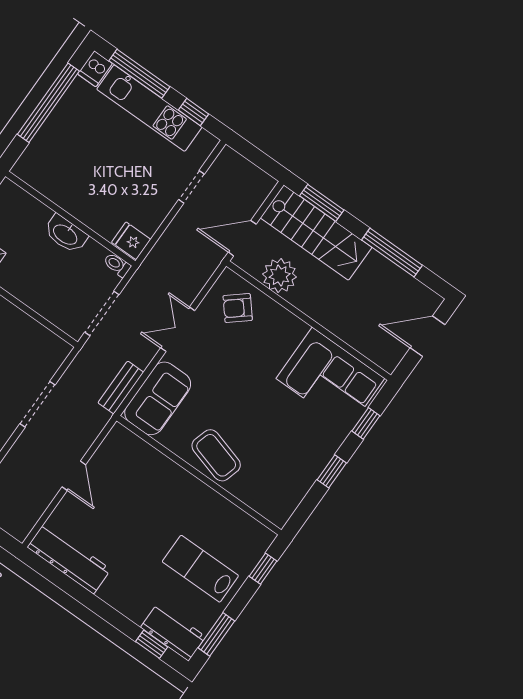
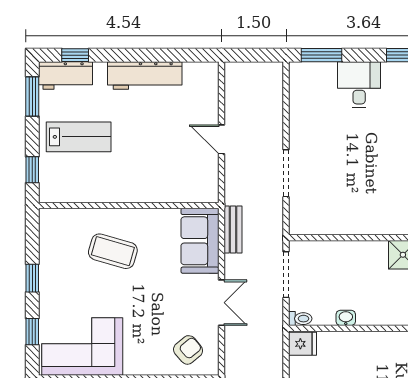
washbasin: (66, 234) -> (346, 318), width x0.52, depth x0.69
coffee table: (216, 455) -> (113, 251), moved
workbench: (69, 558) -> (145, 76), moved

